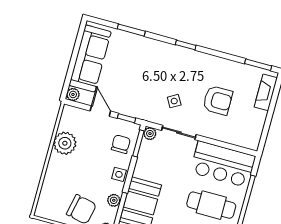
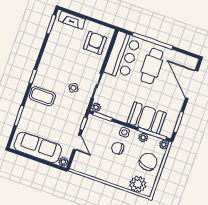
coffee table: (160, 60) -> (42, 96), added
armchair: (218, 100) -> (95, 43), moved
door: (100, 111) -> (77, 143), swing flipped
plant: (65, 143) -> (138, 184), moved
chair: (121, 144) -> (118, 148), moved

